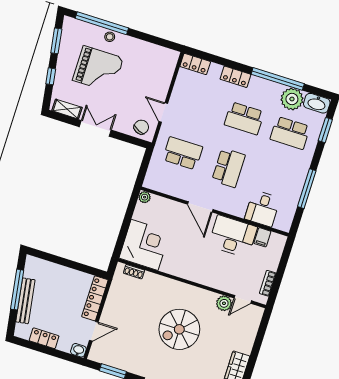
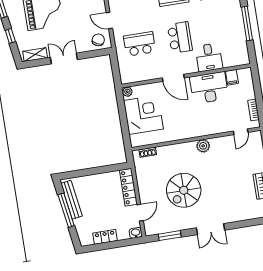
desk: (262, 209) -> (209, 57), moved
corner desk: (145, 245) -> (143, 115), moved
bench: (25, 301) -> (72, 200), moved
plant: (224, 303) -> (203, 146), moved
spiral stairs: (179, 329) -> (184, 190), moved

